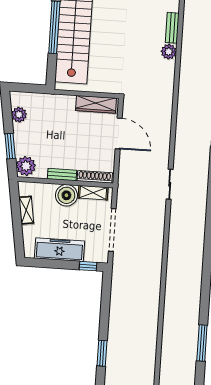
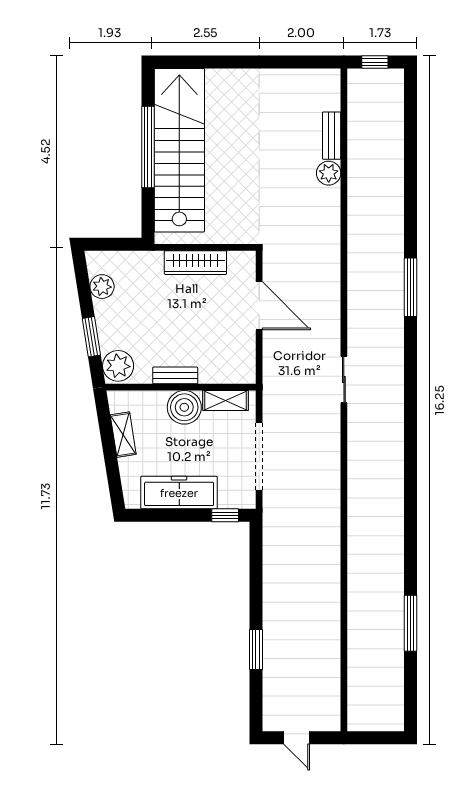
wardrobe: (96, 104) -> (195, 263), moved
shoe rack: (95, 177) -> (226, 376), removed

